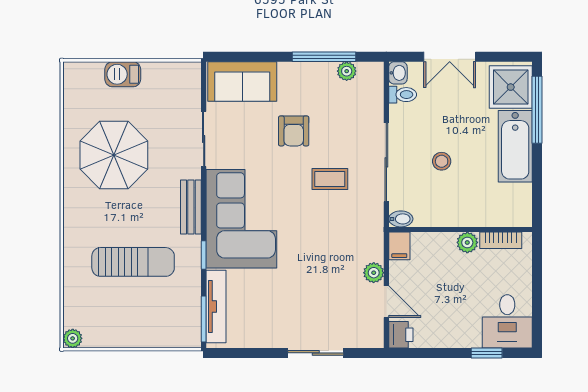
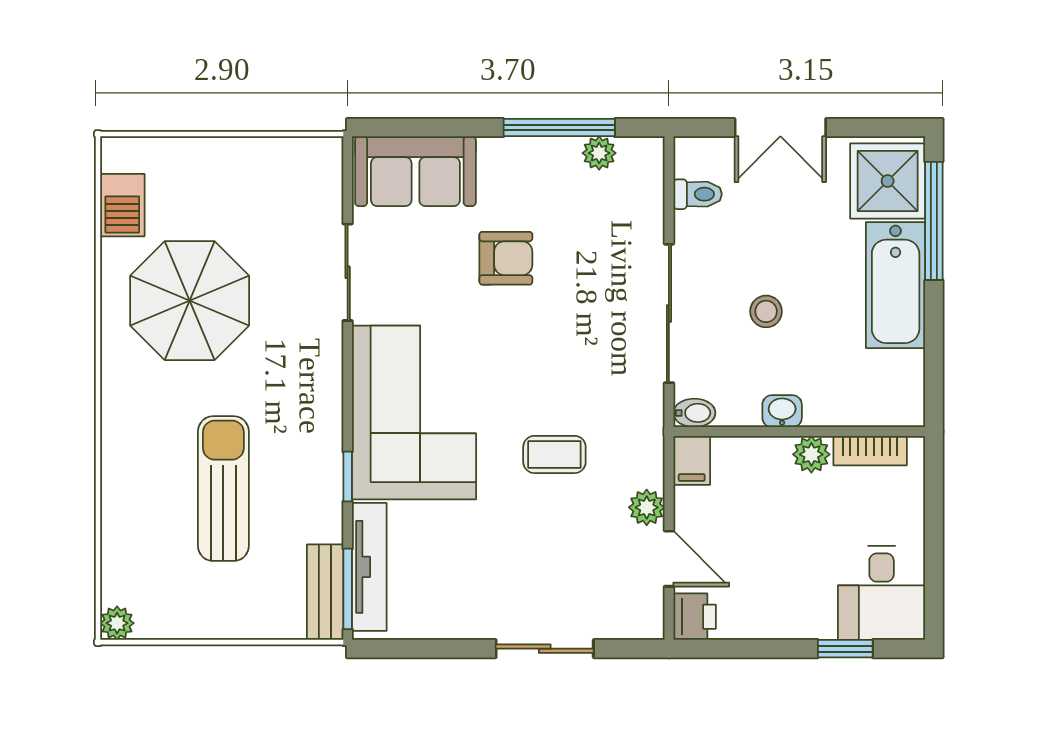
washbasin: (398, 73) -> (782, 411), moved, turned -90
barbecue: (123, 74) -> (122, 205), moved, turned -90
armchair: (294, 131) -> (506, 258), turned -90
coffee table: (330, 179) -> (554, 454), moved
bench: (191, 207) -> (325, 592), moved
sun lounger: (133, 262) -> (223, 489), turned -90

